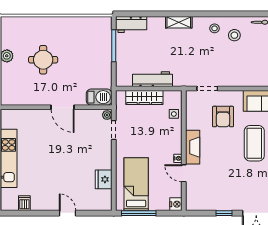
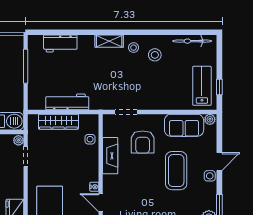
shelving: (179, 22) -> (109, 41), moved
workbench: (131, 25) -> (60, 43), moved
fireplace: (193, 147) -> (110, 156), moved

